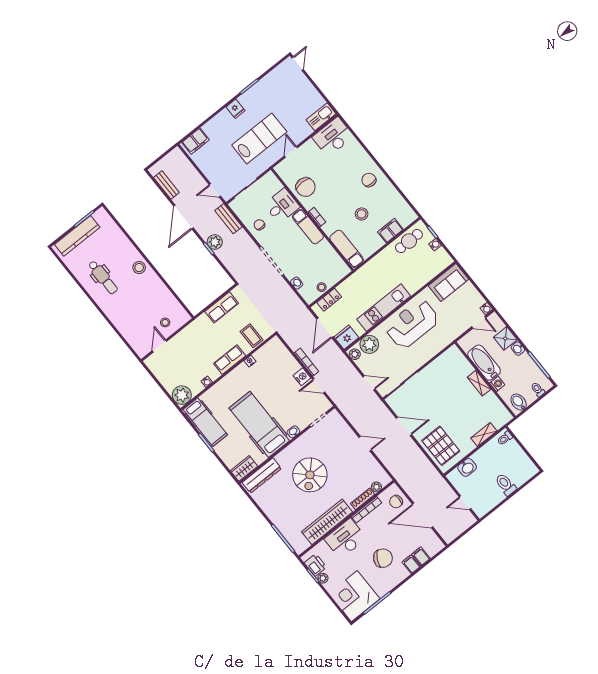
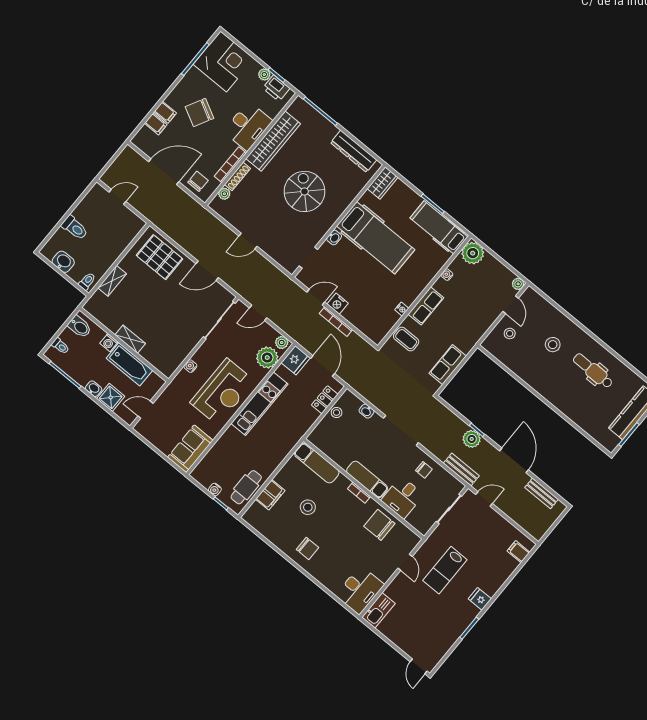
lab bench: (259, 138) -> (445, 570), width x0.73, depth x0.72
filing cabinet: (196, 141) -> (518, 552), width x0.50
stool: (139, 268) -> (553, 345), moved
water cooler: (486, 309) -> (190, 366), moved
plant: (150, 362) -> (518, 284), added
washbasin: (467, 467) -> (63, 262), moved, turned 90
dresser: (262, 476) -> (354, 151), moved, turned -90

